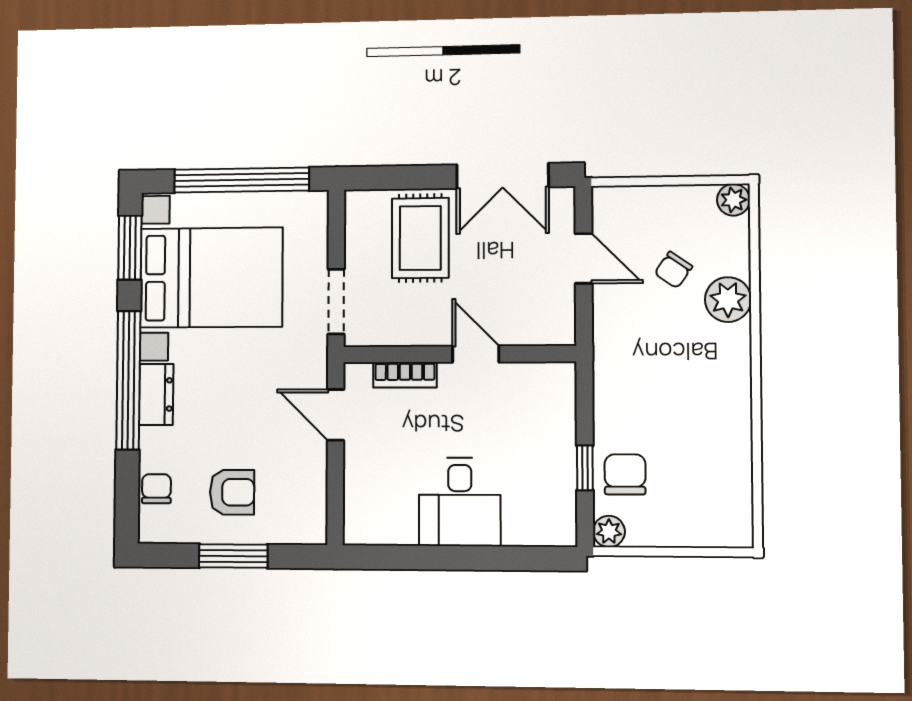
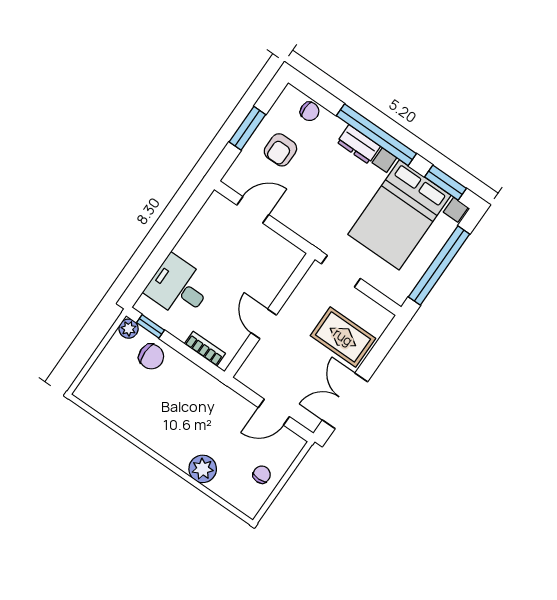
plant: (733, 200) -> (251, 507), removed
chair: (673, 270) -> (262, 475), moved, turned 55
door: (476, 354) -> (264, 324), swing flipped
bookcase: (405, 375) -> (205, 349), moved, turned 90
door: (336, 415) -> (253, 210), moved
window: (585, 468) -> (150, 326), moved
desk: (460, 502) -> (179, 287), moved

